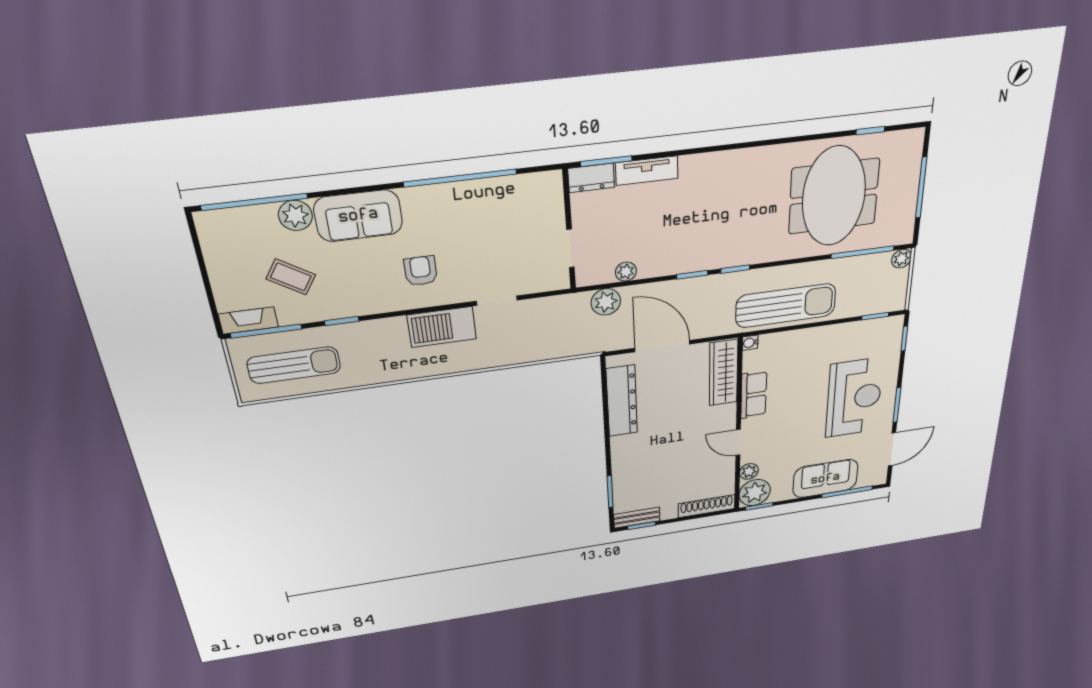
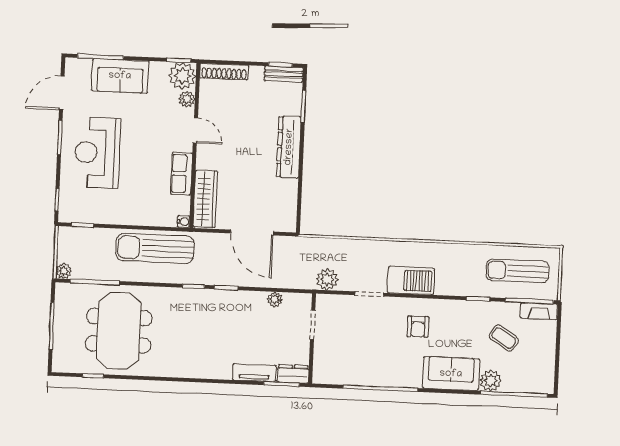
plant: (606, 302) -> (327, 279), moved
dresser: (622, 401) -> (289, 147), moved

